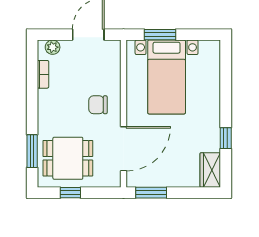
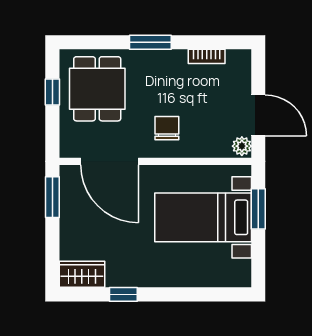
plant: (53, 47) -> (242, 146), moved
window: (32, 151) -> (150, 42), moved

